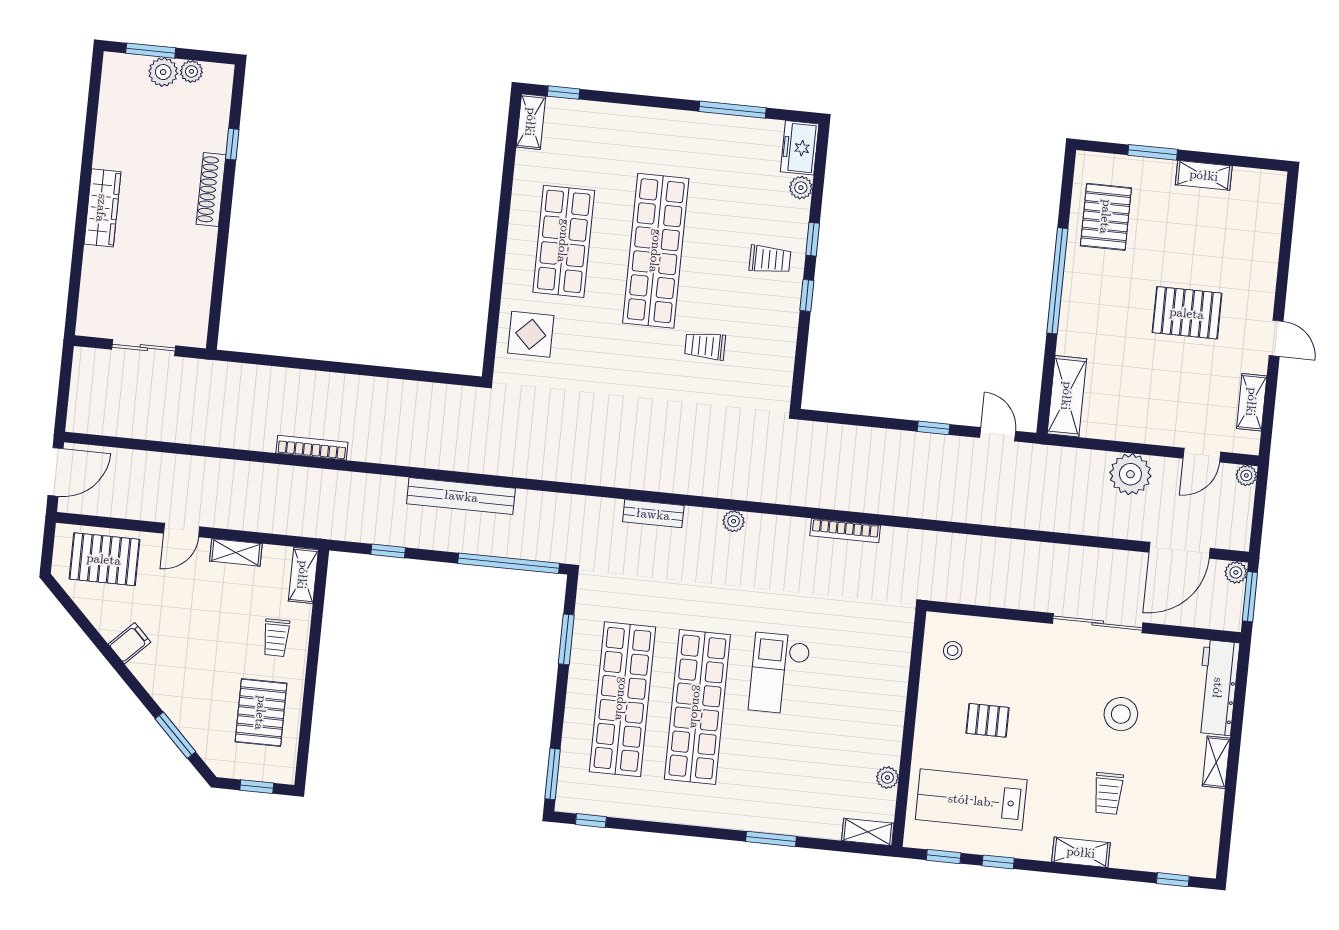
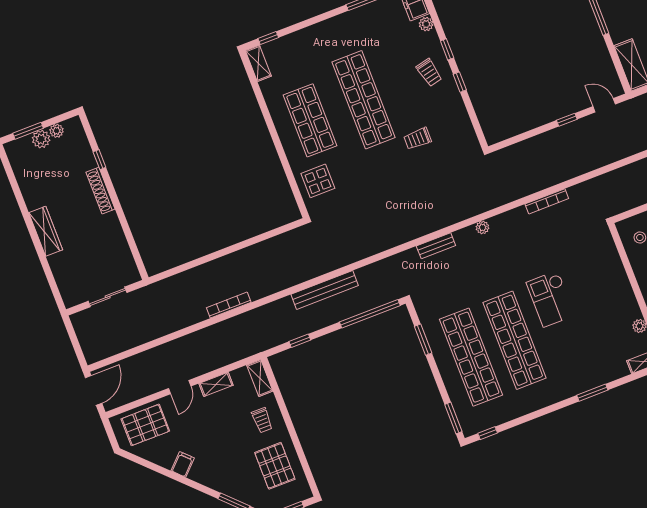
trolley: (770, 259) -> (429, 72), turned 77

